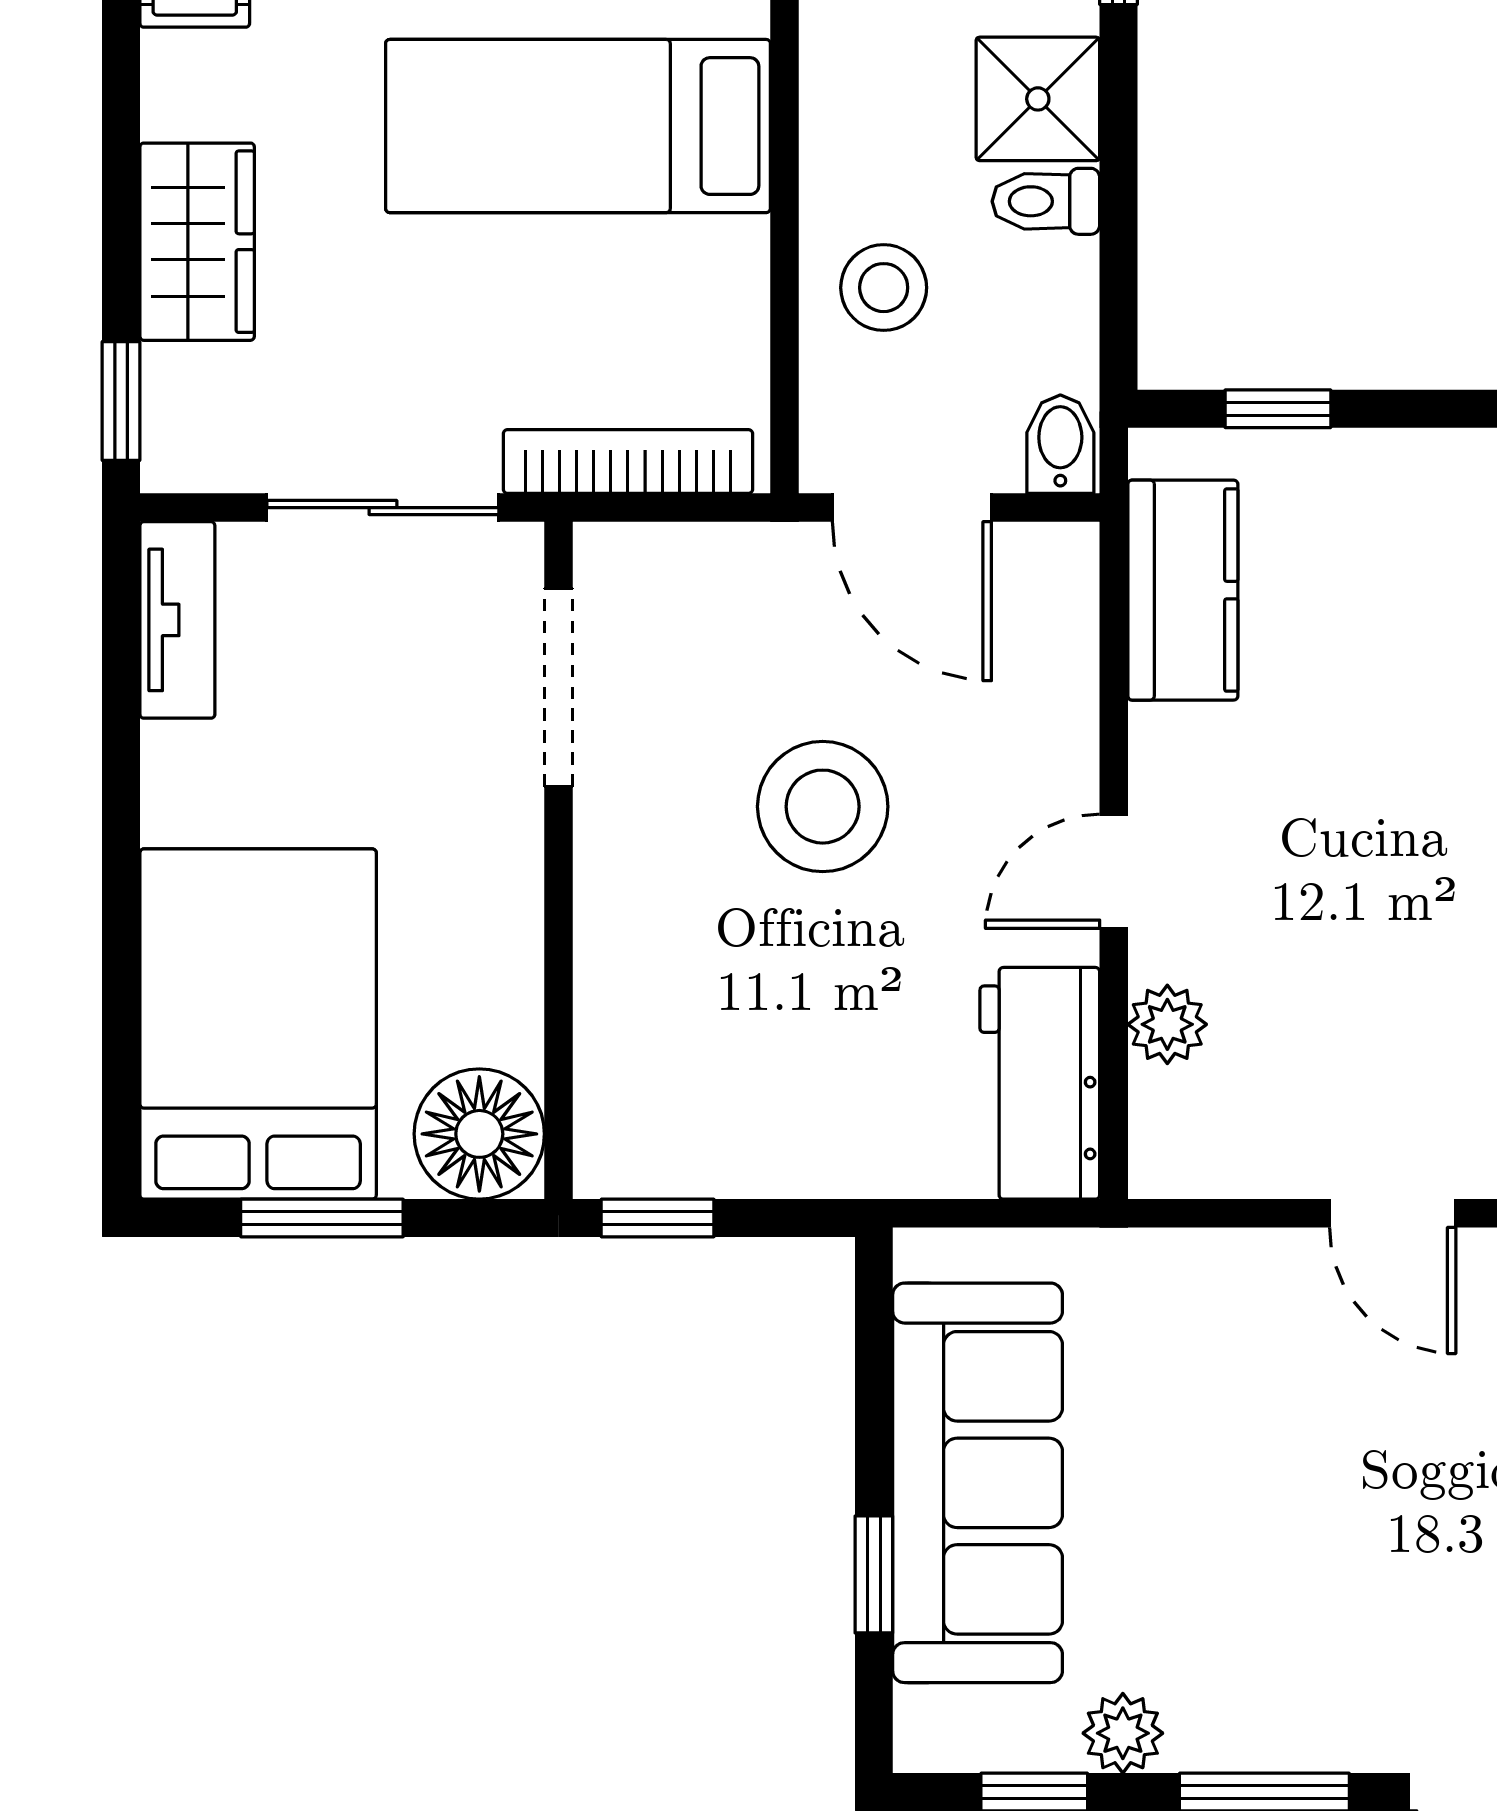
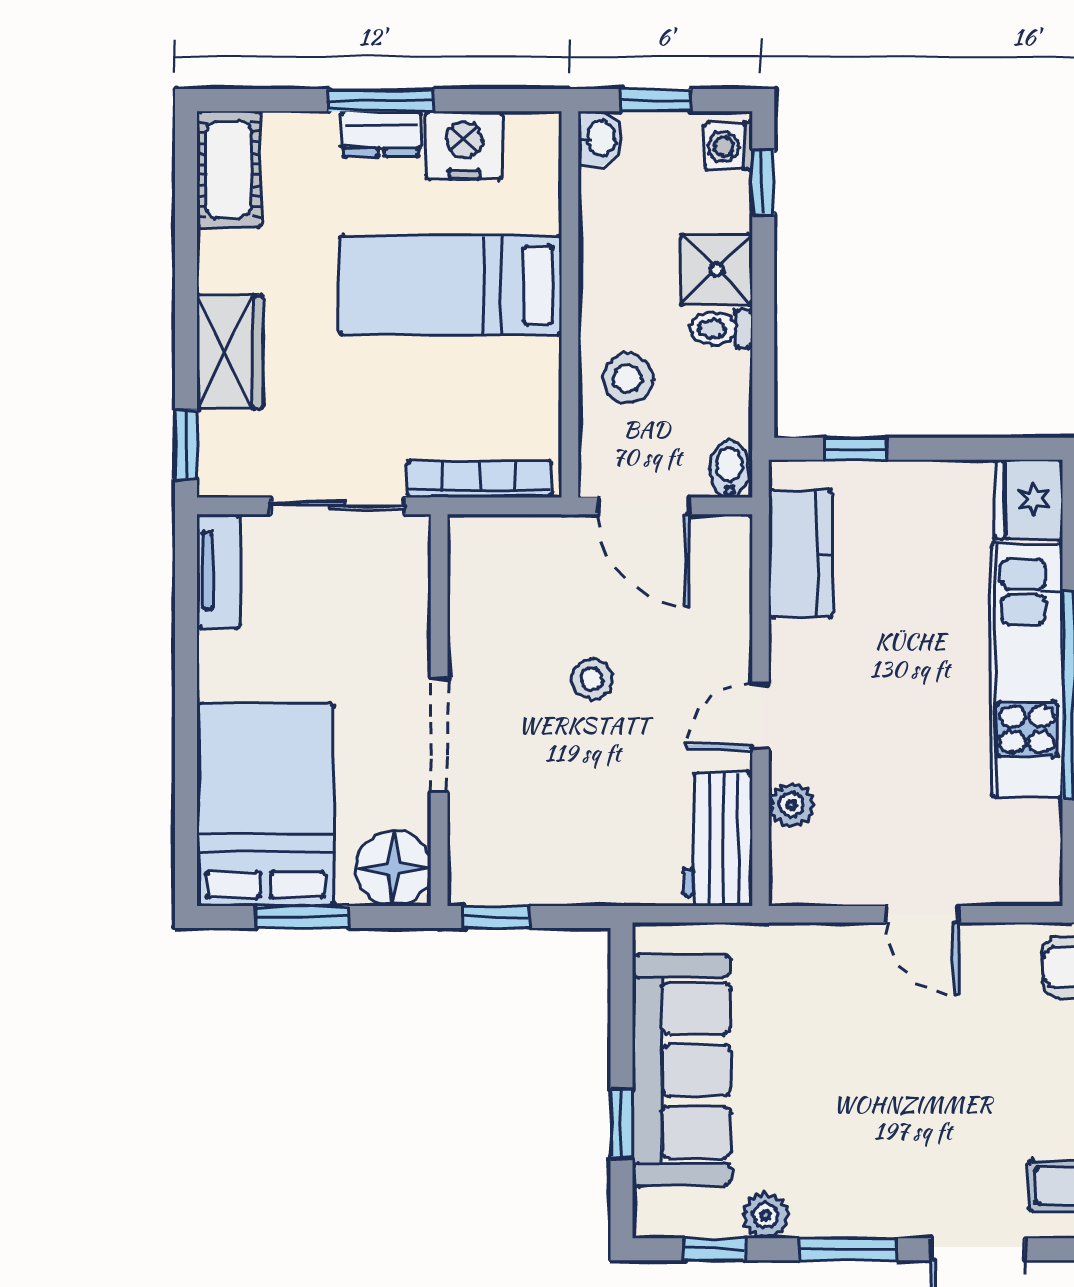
doorway: (559, 687) -> (439, 735), moved
stool: (823, 807) -> (592, 679), width x0.53, depth x0.53

